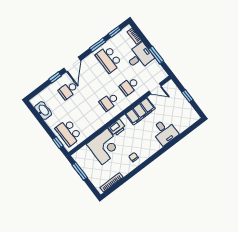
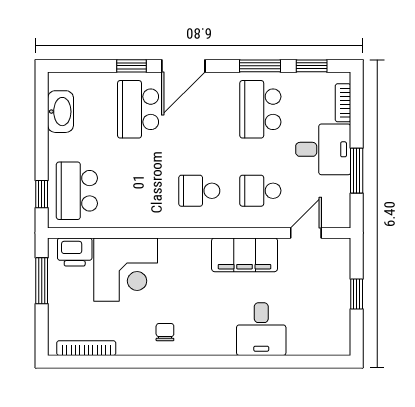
door: (155, 89) -> (306, 233), swing flipped
school desk: (68, 90) -> (138, 109), width x1.85
printer: (117, 128) -> (75, 252), moved

